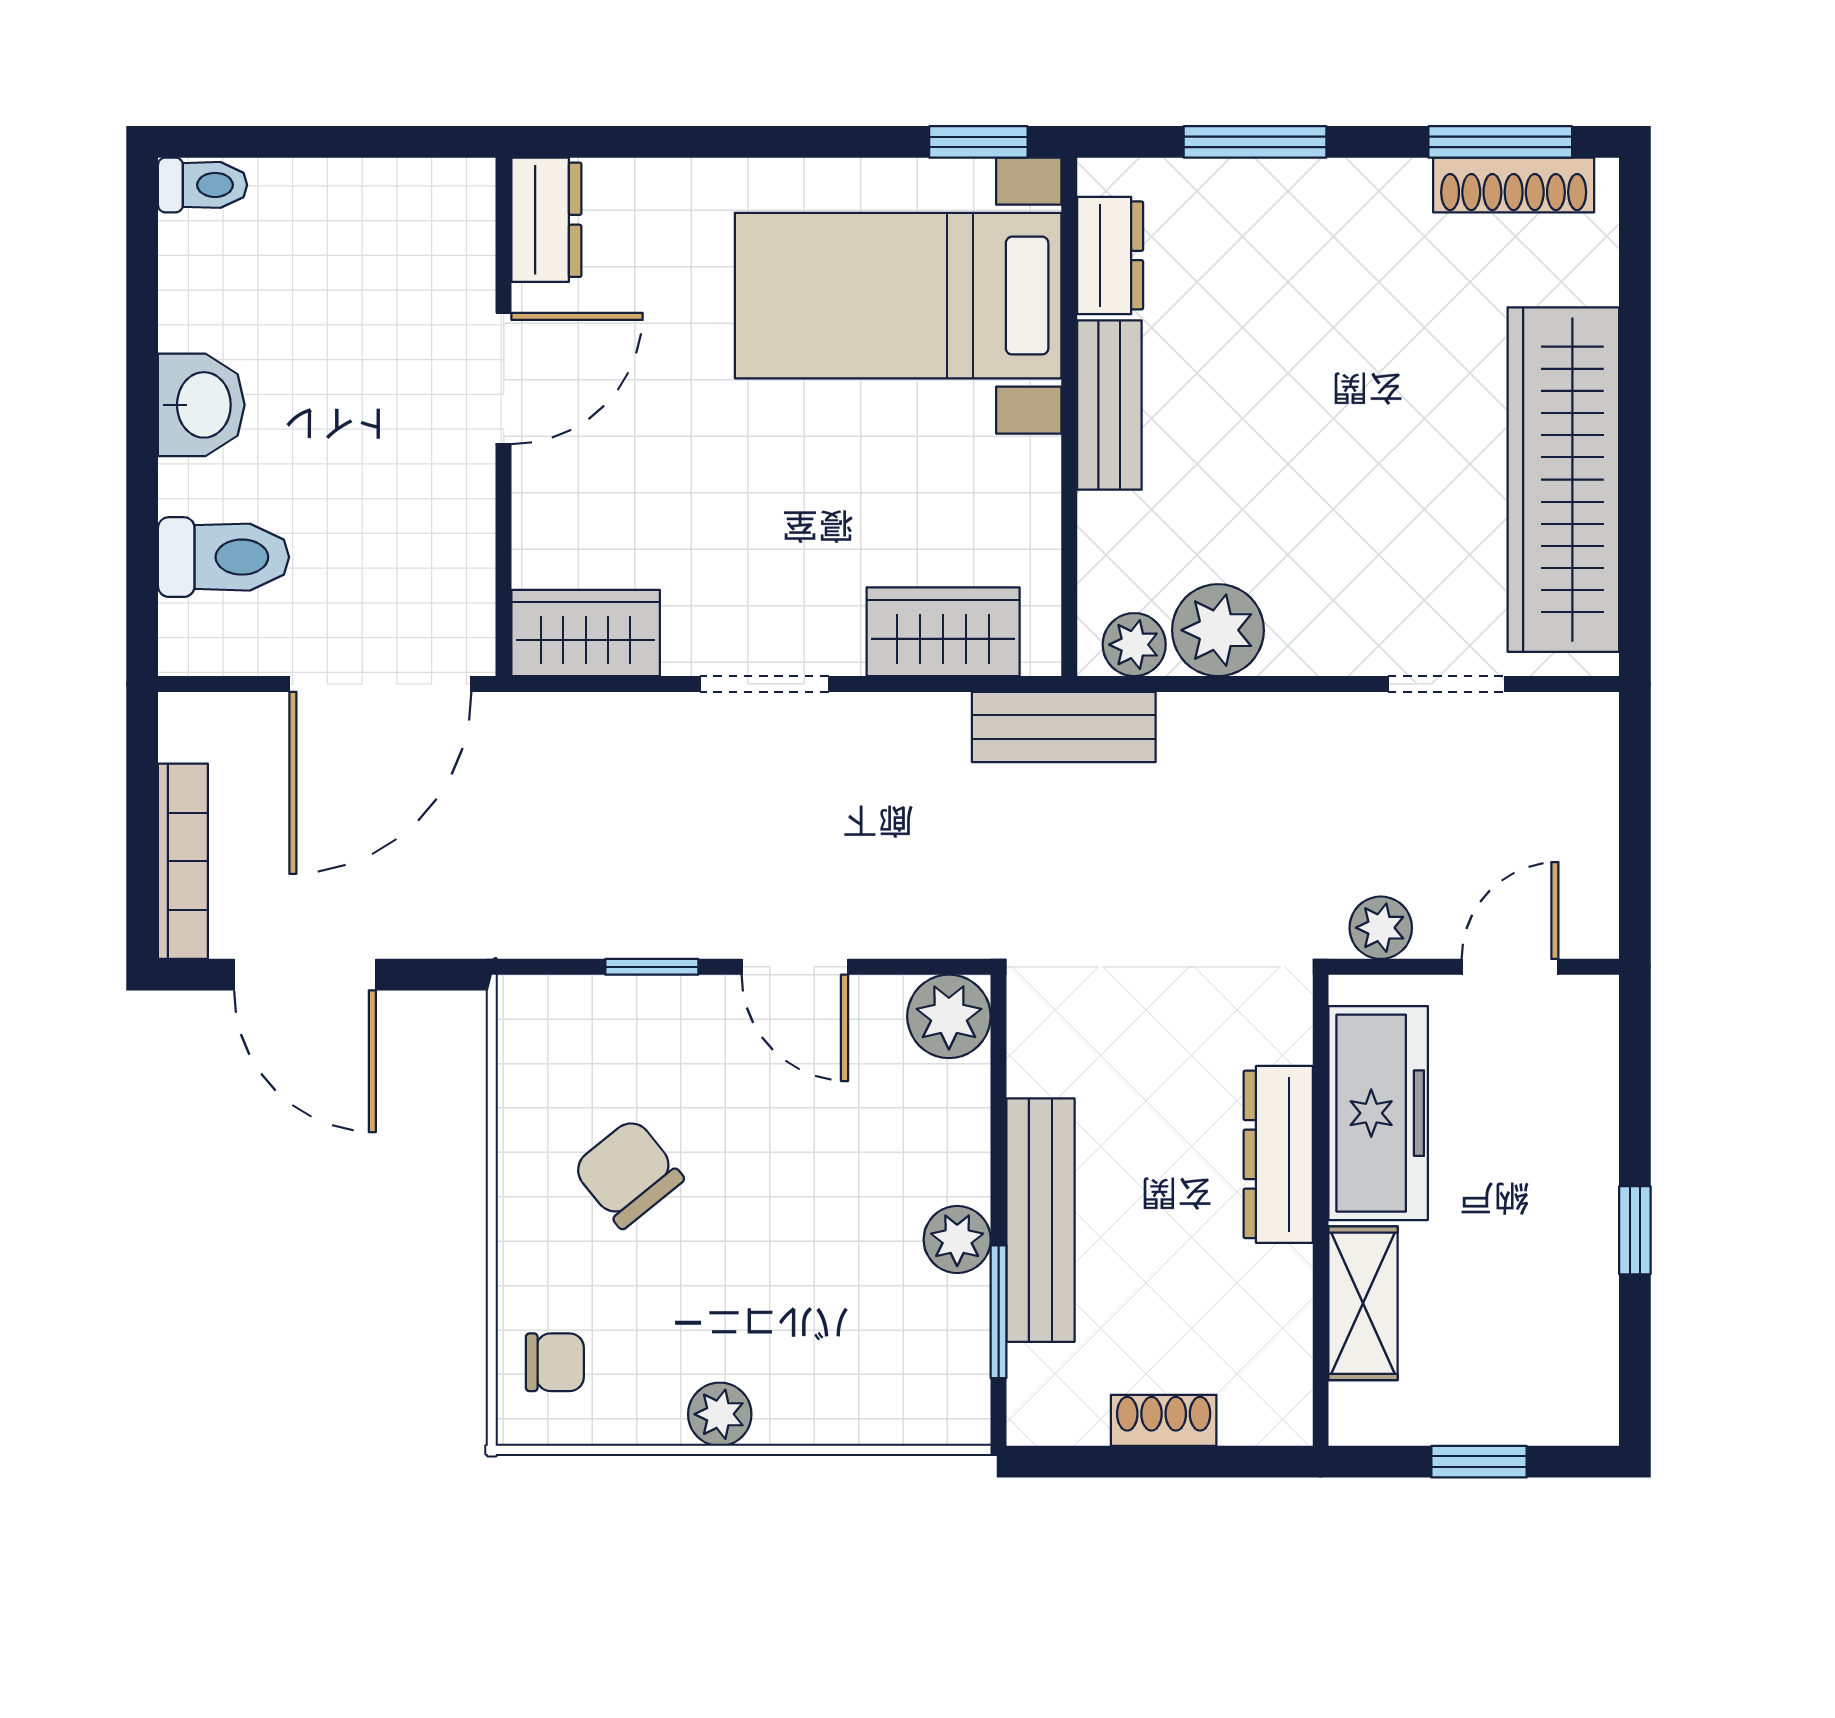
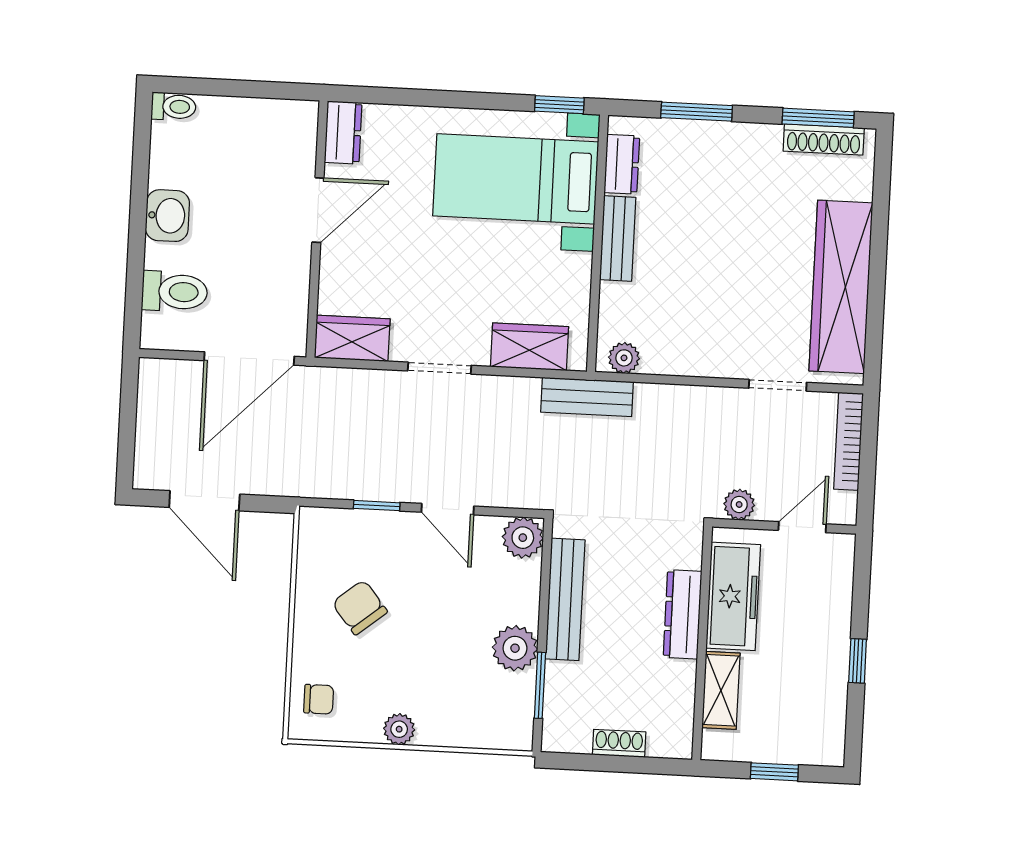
plant: (1218, 630) -> (666, 353), removed
bookcase: (183, 861) -> (848, 441), moved, turned 180
bench: (1040, 1220) -> (565, 599), moved
plant: (957, 1240) -> (515, 648), width x1.38, depth x1.38

